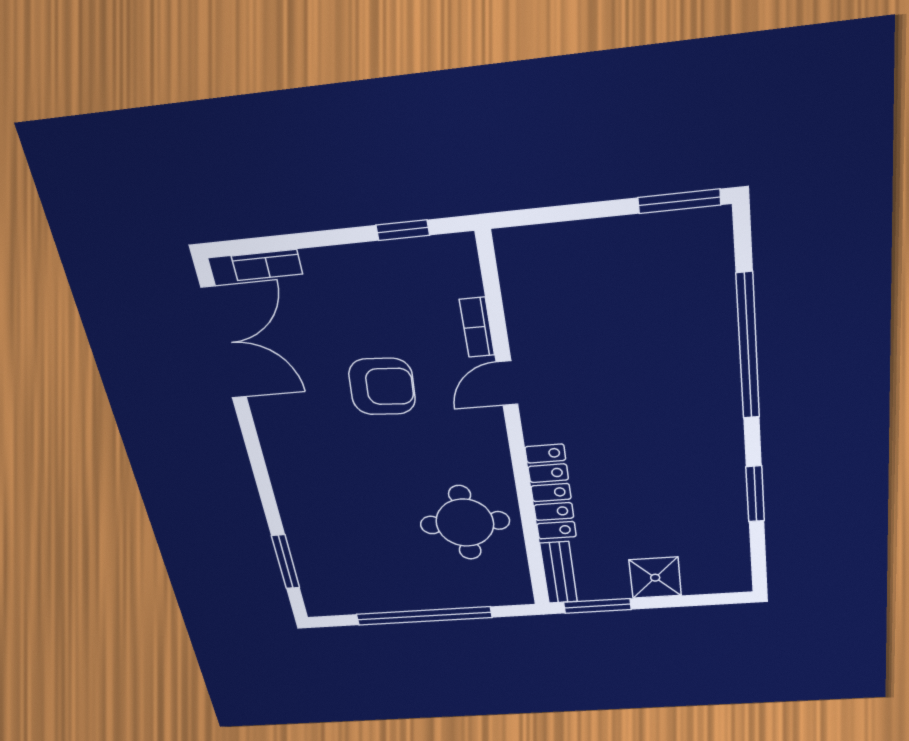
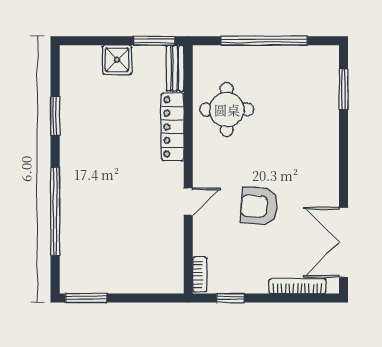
bookcase: (267, 265) -> (297, 286), width x1.56
bookcase: (477, 327) -> (200, 274), moved

